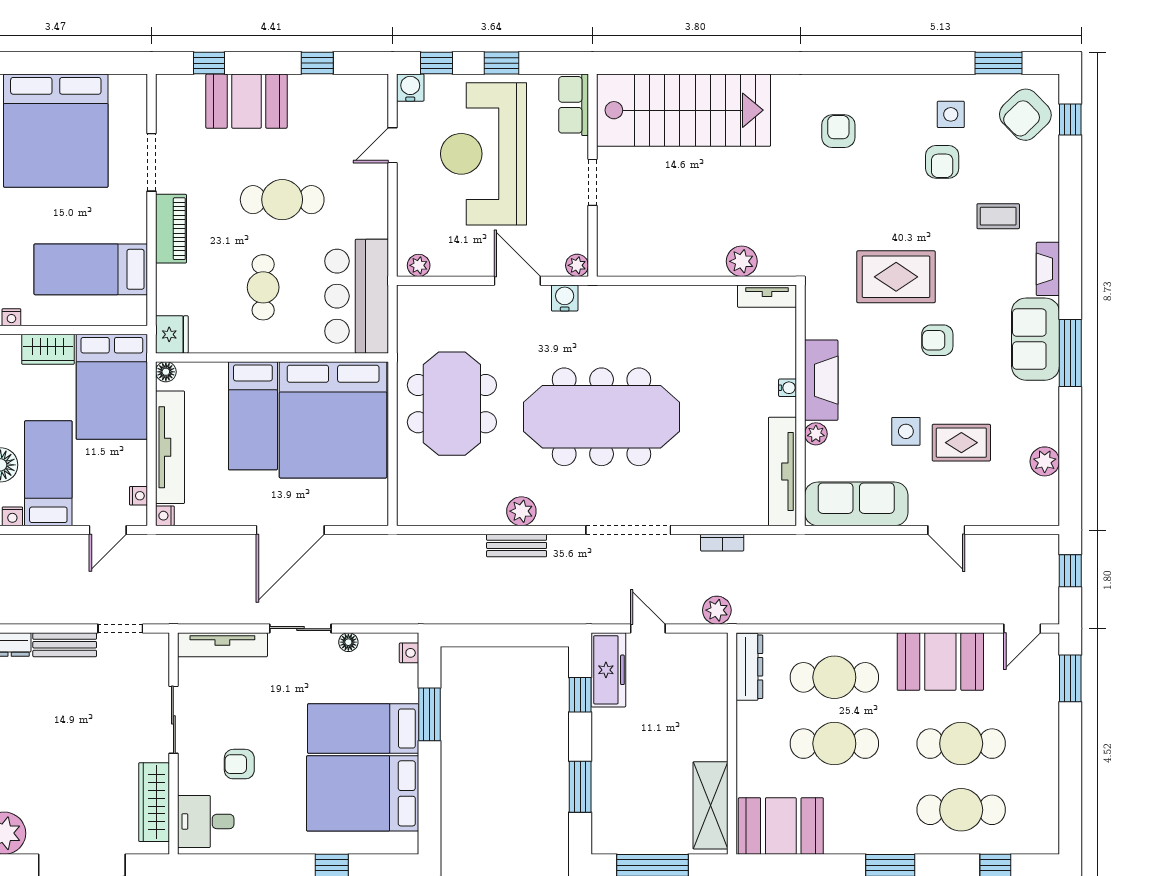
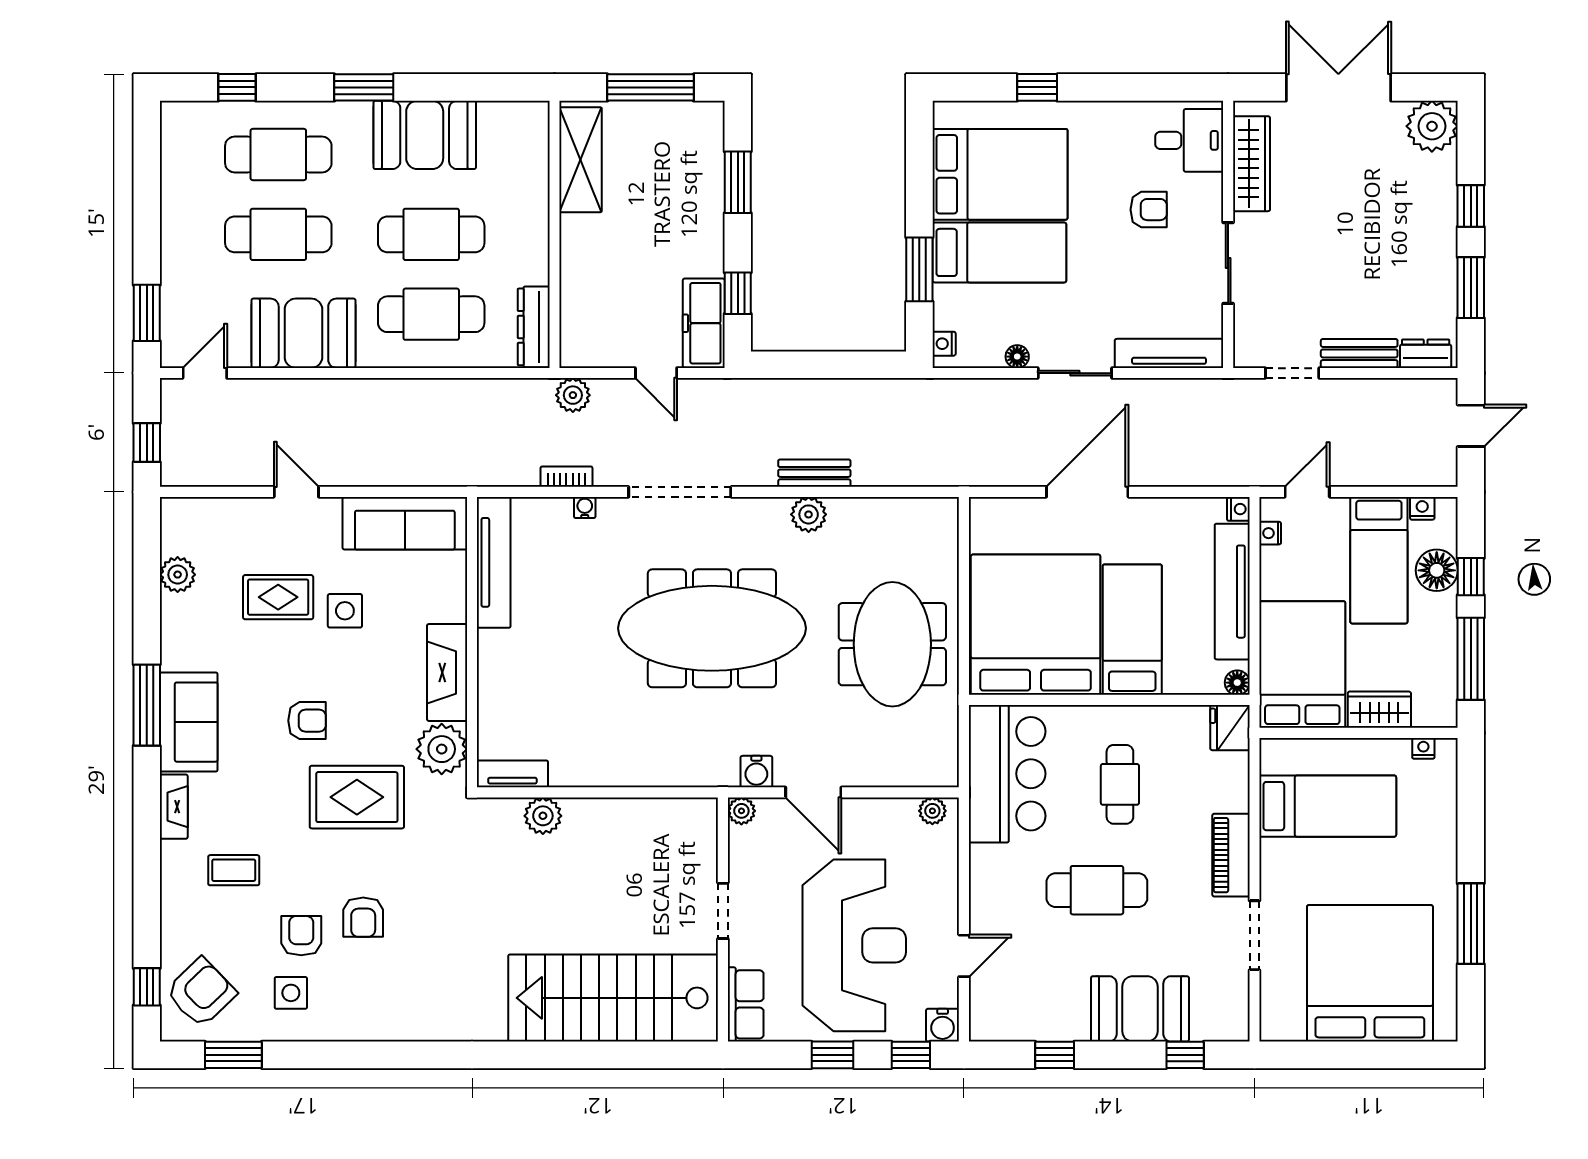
armchair: (838, 131) -> (363, 917), moved
water cooler: (788, 388) -> (585, 508), moved, turned 90
plant: (816, 434) -> (442, 749), moved, width x1.88, depth x1.88
booth: (781, 826) -> (425, 135), moved

